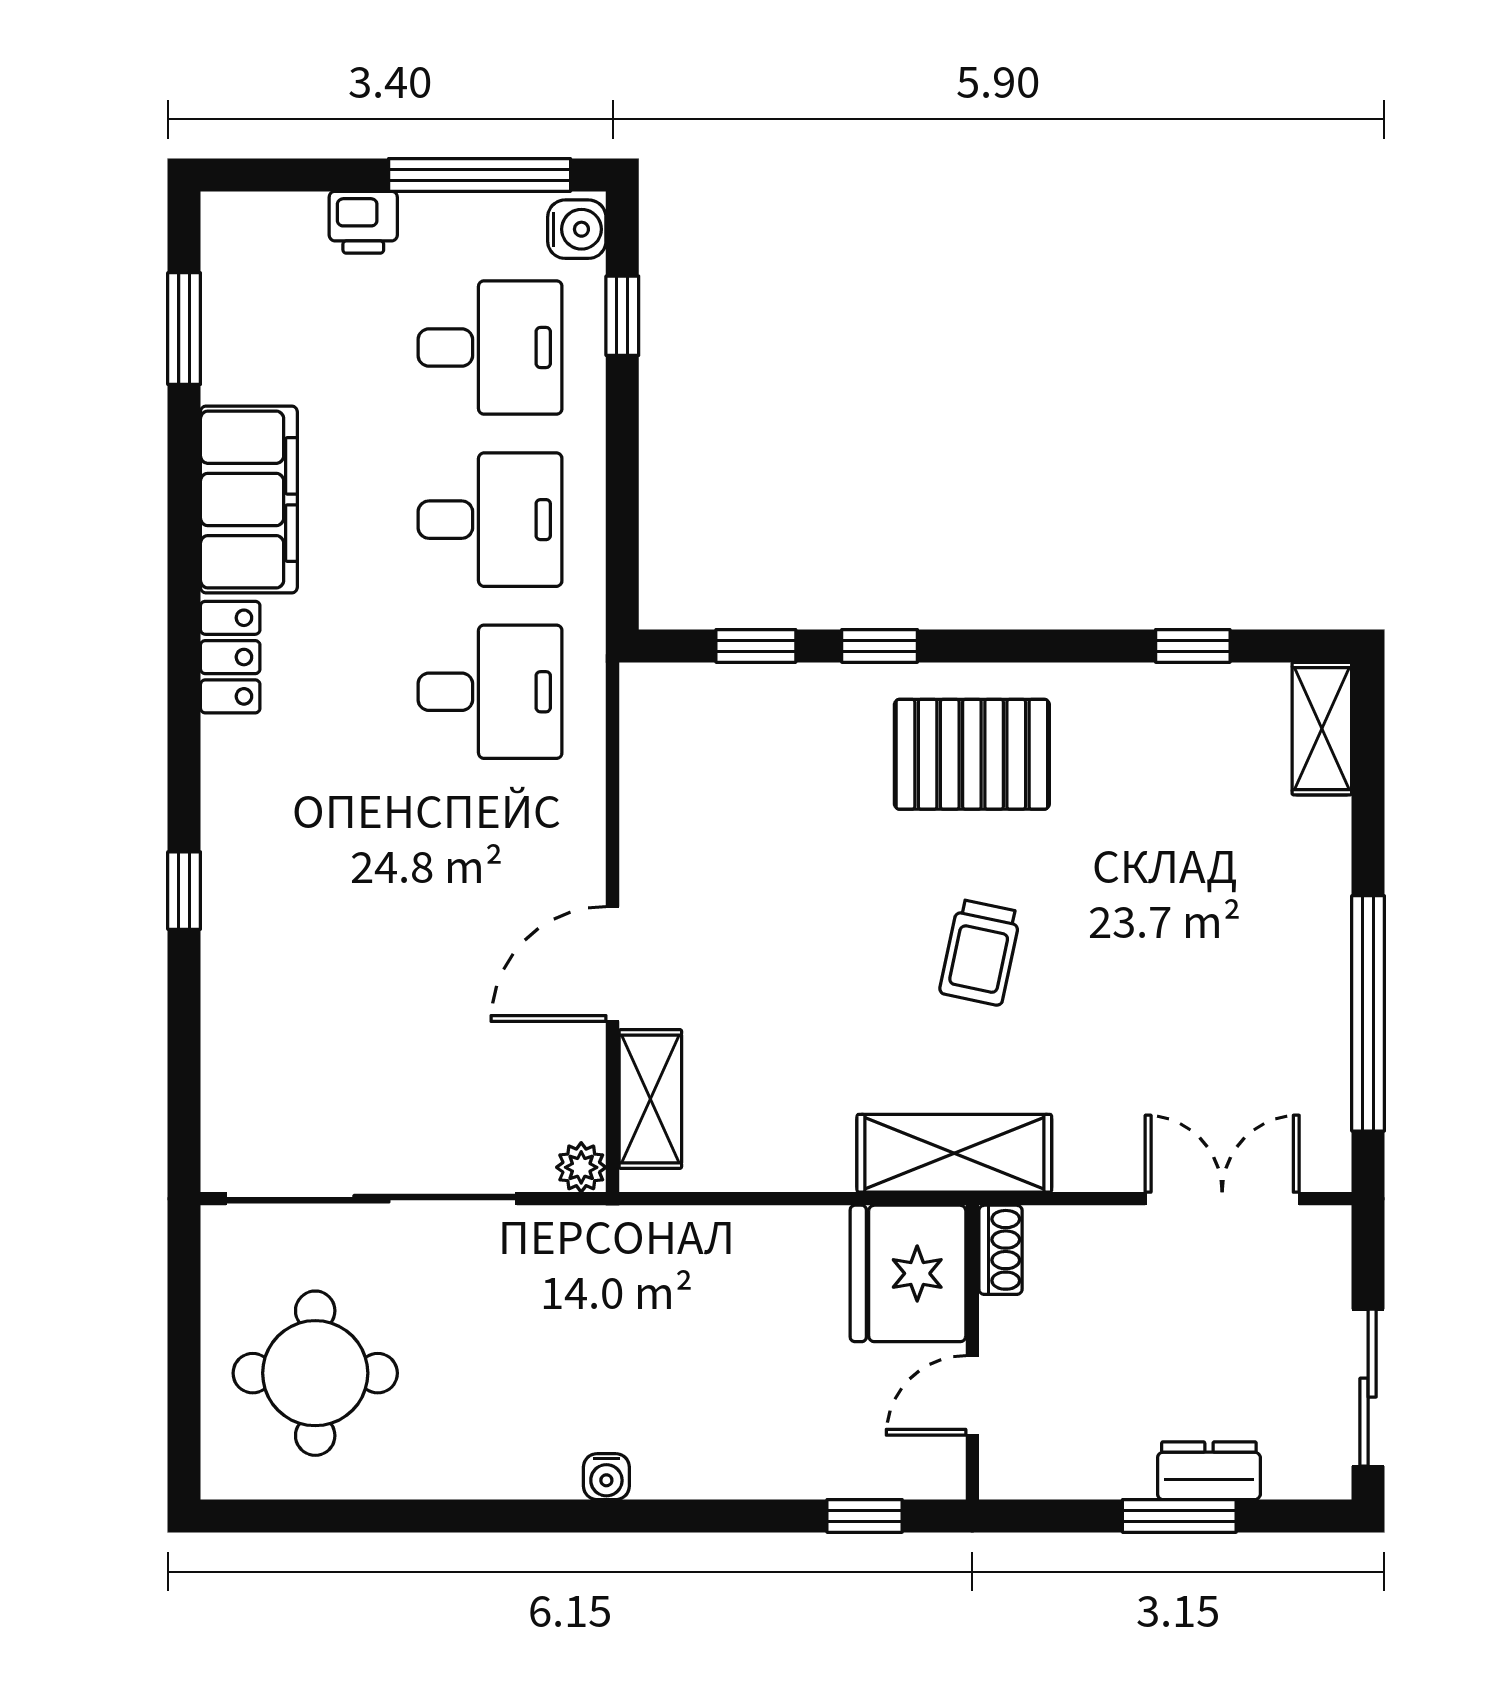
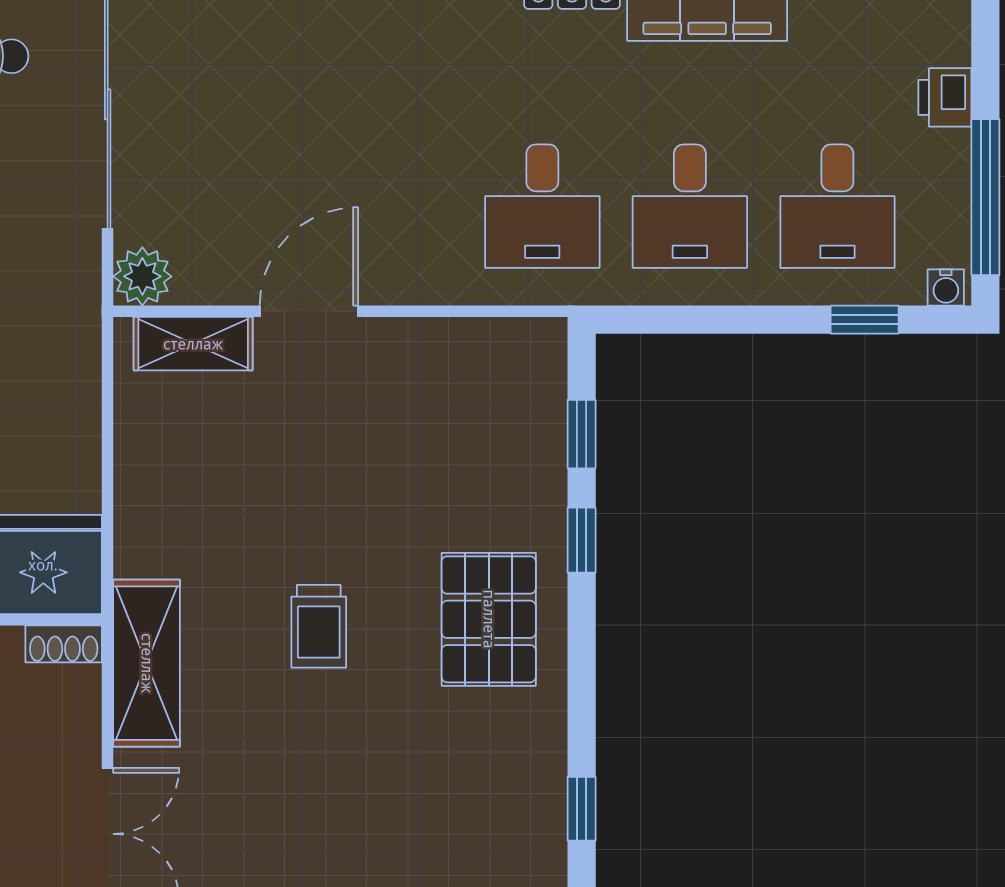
water cooler: (577, 229) -> (946, 287), width x0.72, depth x0.72
trolley: (980, 952) -> (319, 626), turned -102
door: (613, 964) -> (309, 311), hinge flipped
shelving: (954, 1153) -> (147, 663), moved
plant: (581, 1167) -> (142, 276), width x1.38, depth x1.38

